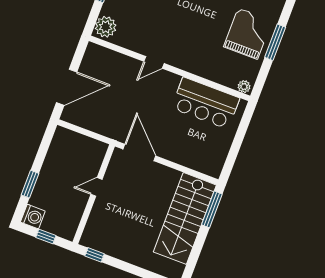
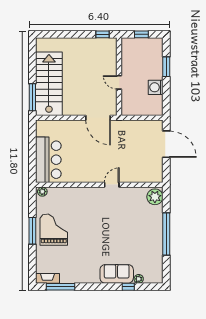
grand piano: (248, 34) -> (54, 230), turned 180
door: (67, 87) -> (166, 144), swing flipped
bar counter: (206, 103) -> (48, 160), moved, turned 90
door: (96, 187) -> (119, 82), swing flipped
washing machine: (33, 217) -> (156, 87), moved

